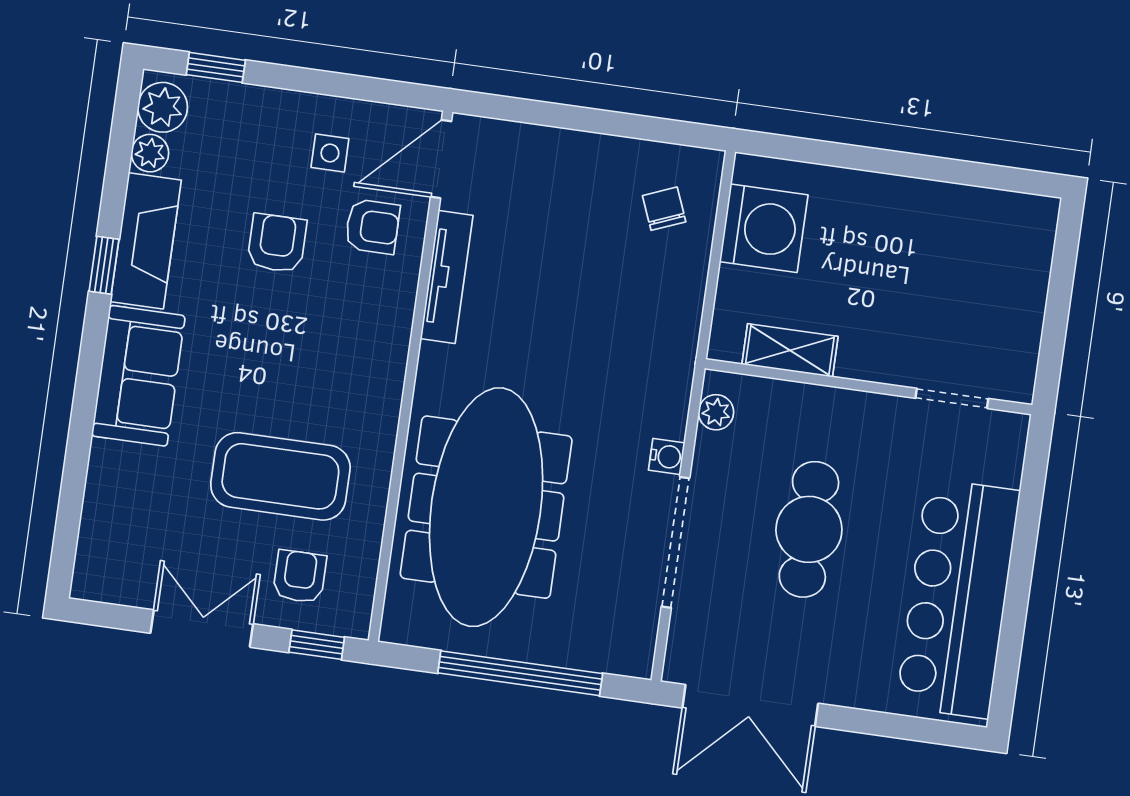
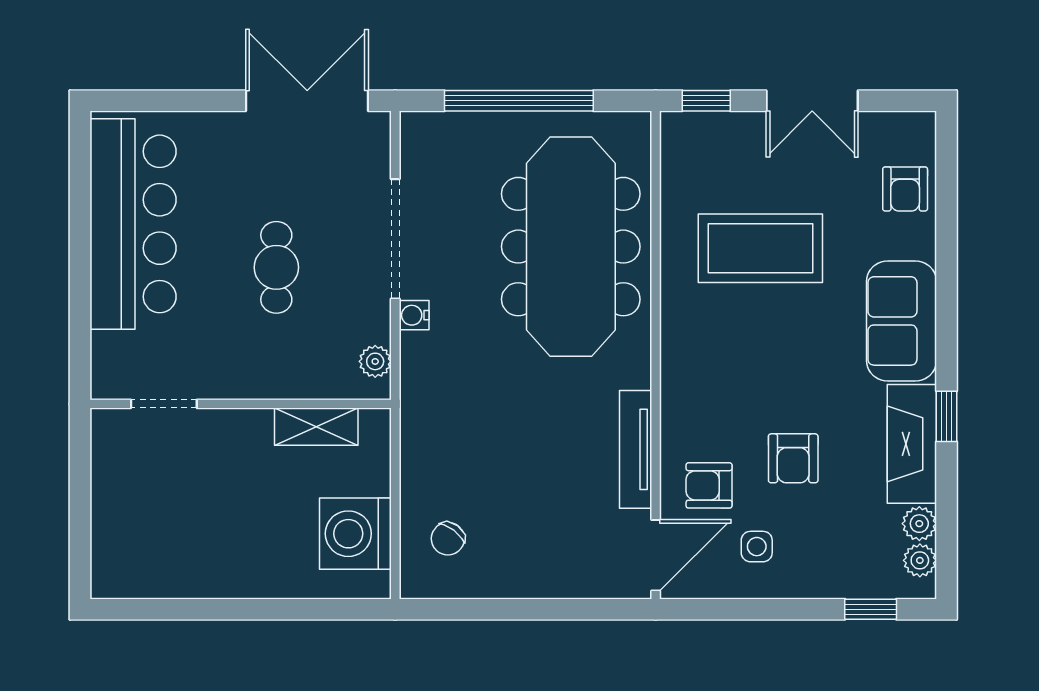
plant: (163, 107) -> (920, 560), width x0.73, depth x0.73
chair: (664, 209) -> (448, 539), turned 59
cafe table: (809, 529) -> (276, 267), width x0.73, depth x0.74
armchair: (300, 577) -> (905, 189), moved

